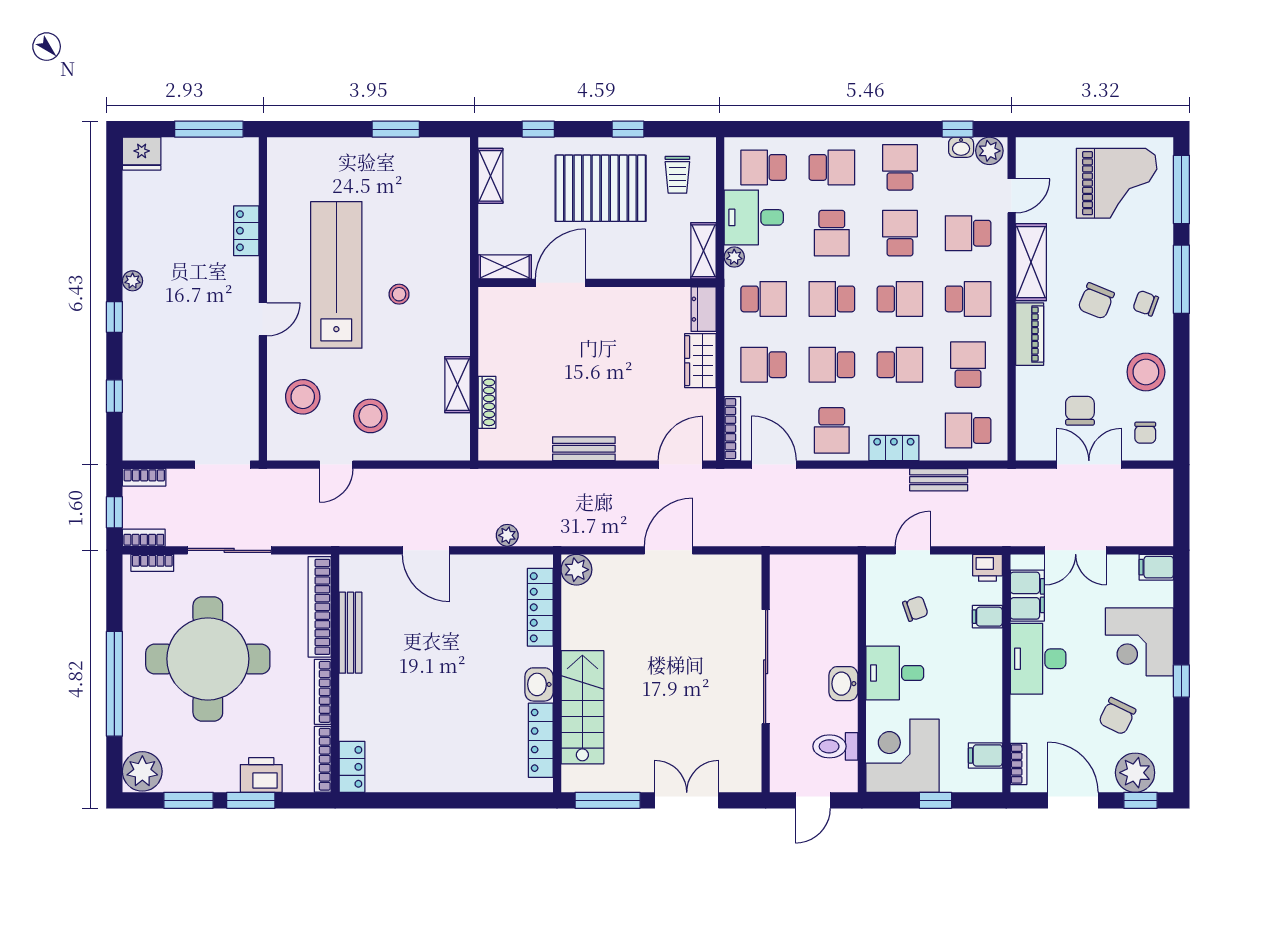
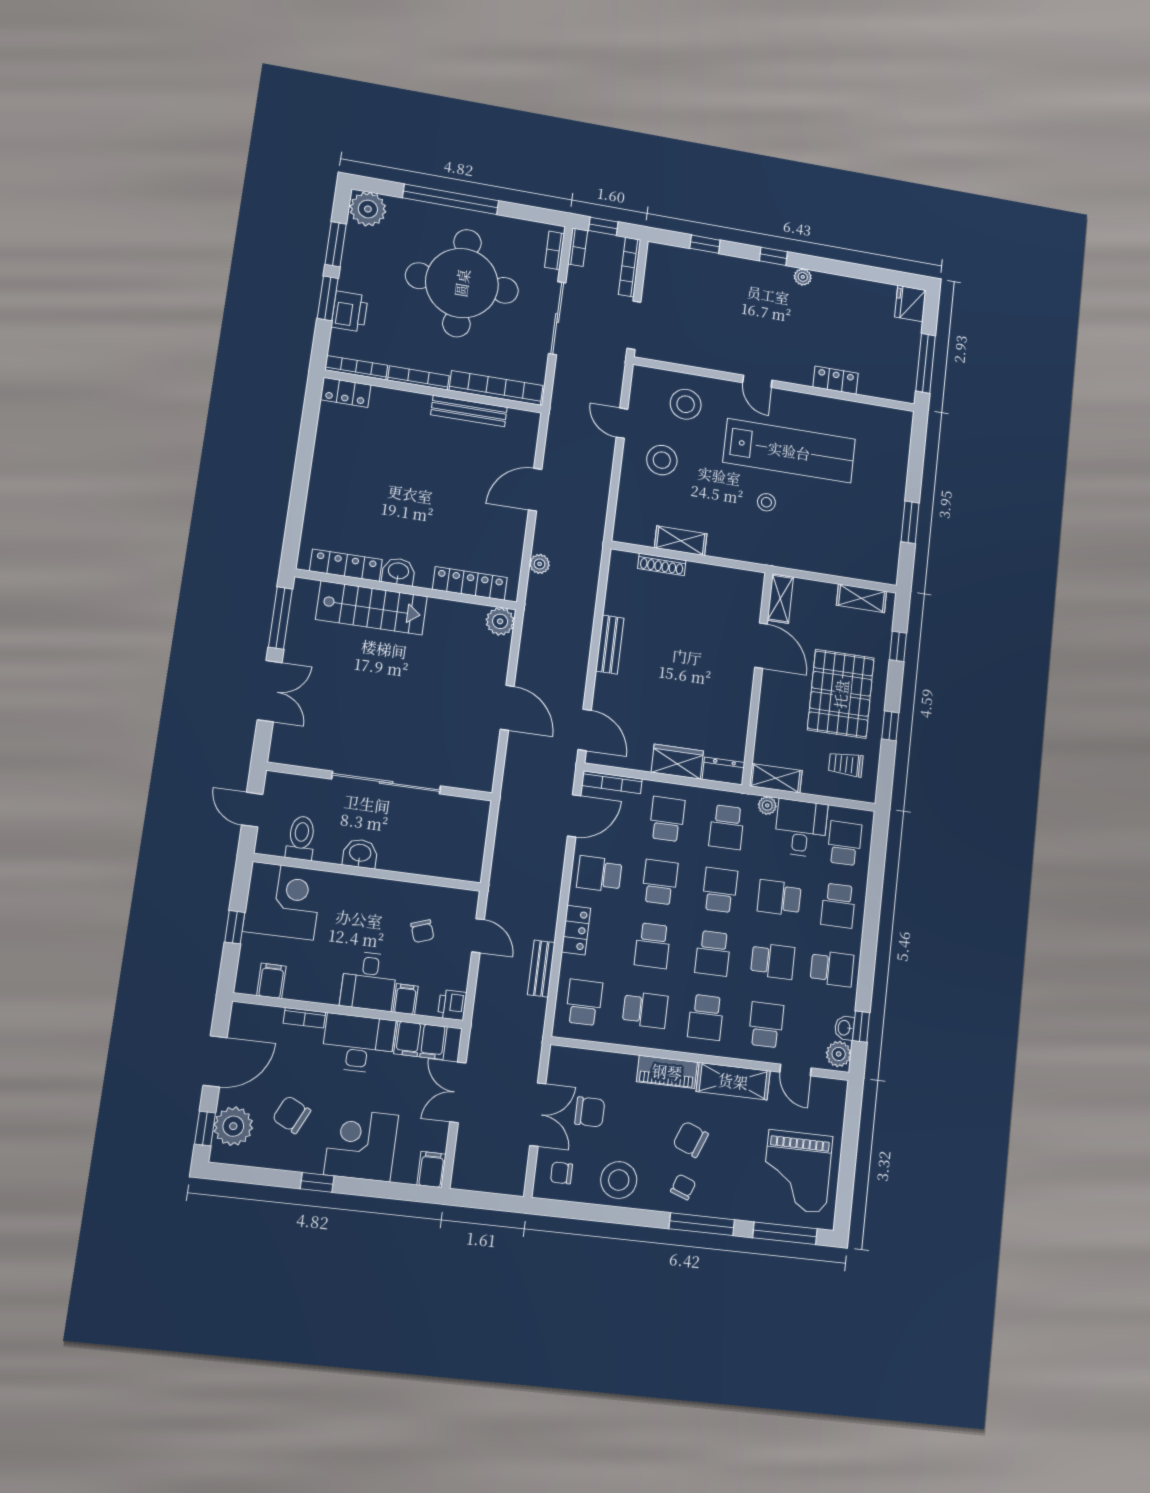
bookcase: (144, 477) -> (630, 267), width x1.56
desk: (895, 673) -> (369, 981), moved, turned 180
bookcase: (1019, 764) -> (304, 1018), moved

